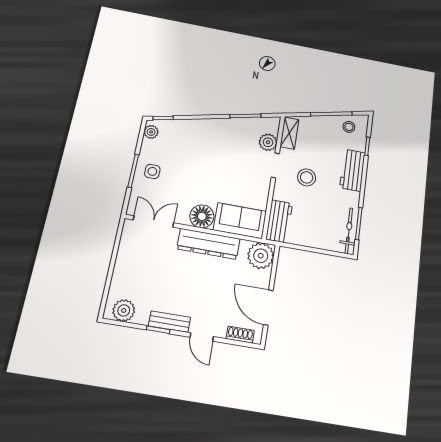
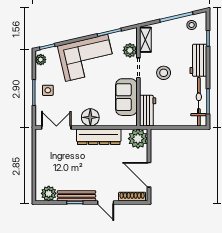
corner sofa: (211, 141) -> (87, 58), added
sofa: (240, 221) -> (126, 97), moved, turned -90
bicycle: (349, 231) -> (199, 102), width x1.37, depth x1.40
bench: (170, 322) -> (76, 196), width x1.36
shoe rack: (240, 335) -> (132, 197), width x1.43

